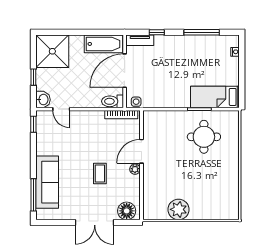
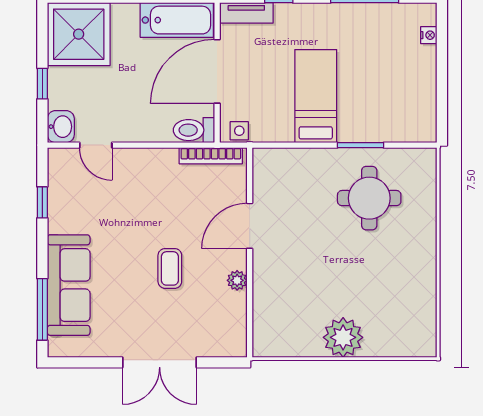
bed: (215, 97) -> (316, 96), moved, turned 90
window: (33, 124) -> (42, 202), moved
plant: (135, 169) -> (237, 280), moved
plant: (179, 209) -> (343, 337), moved
floor lamp: (127, 211) -> (221, 340), removed

